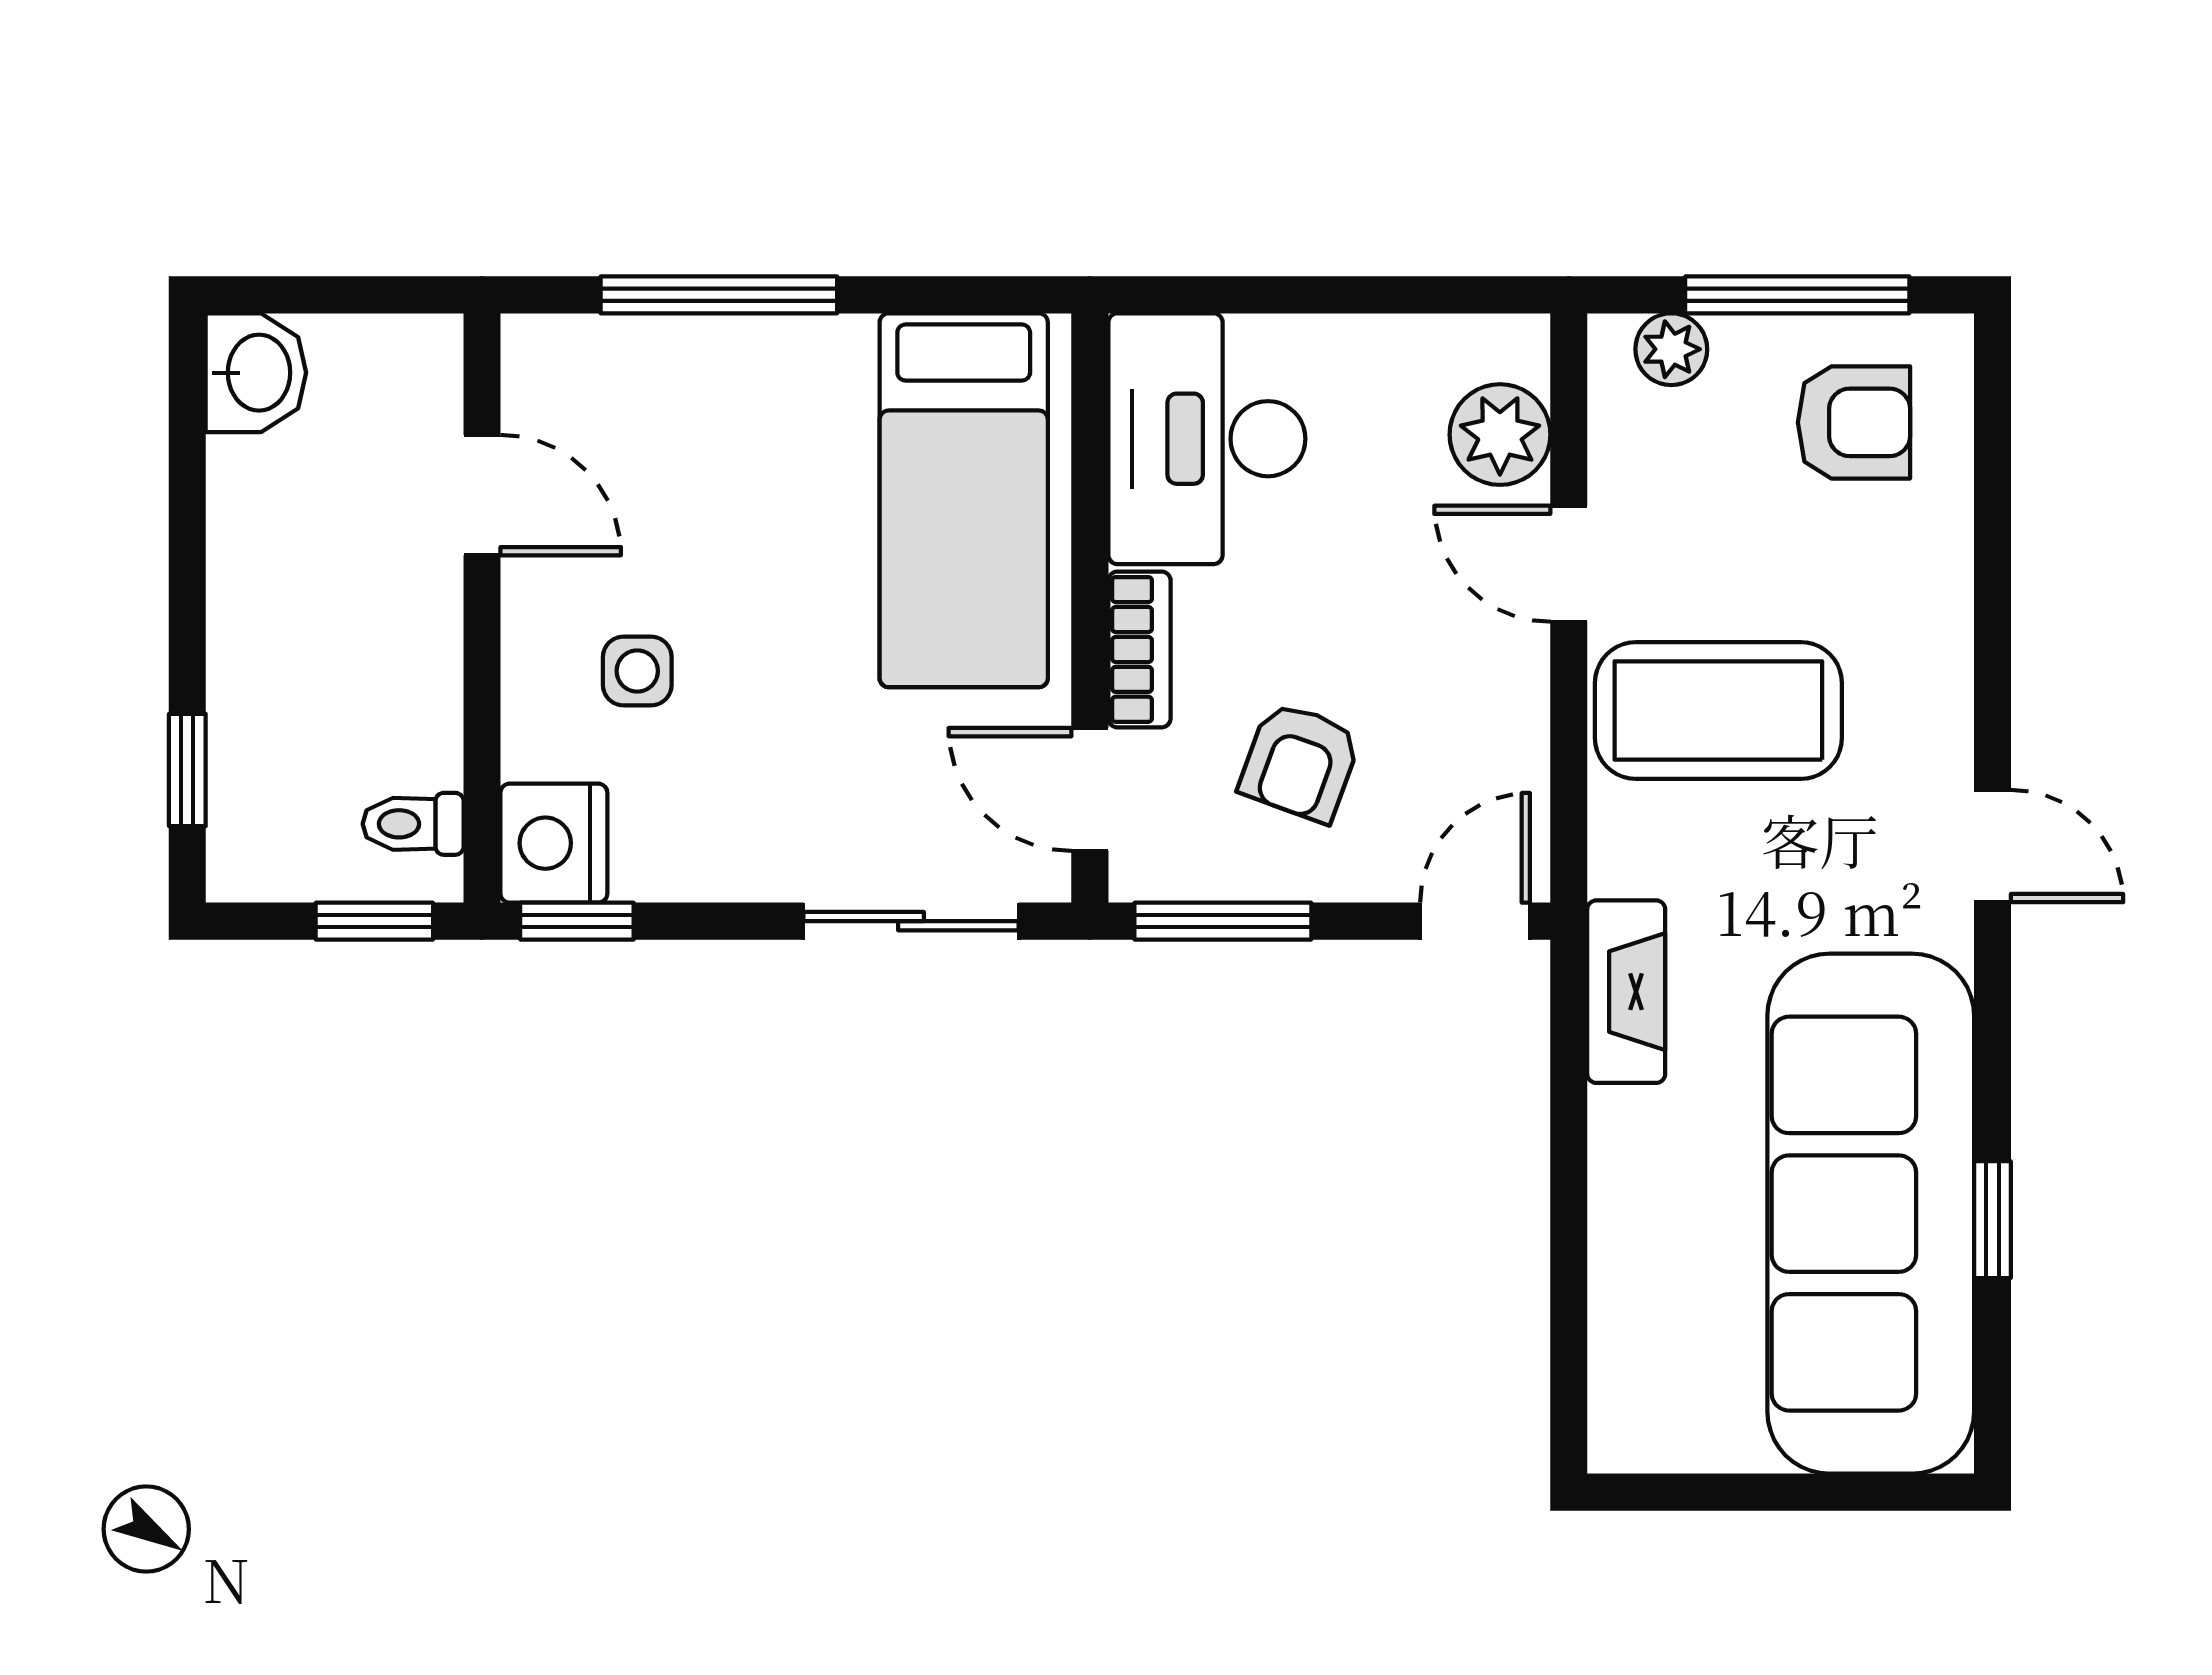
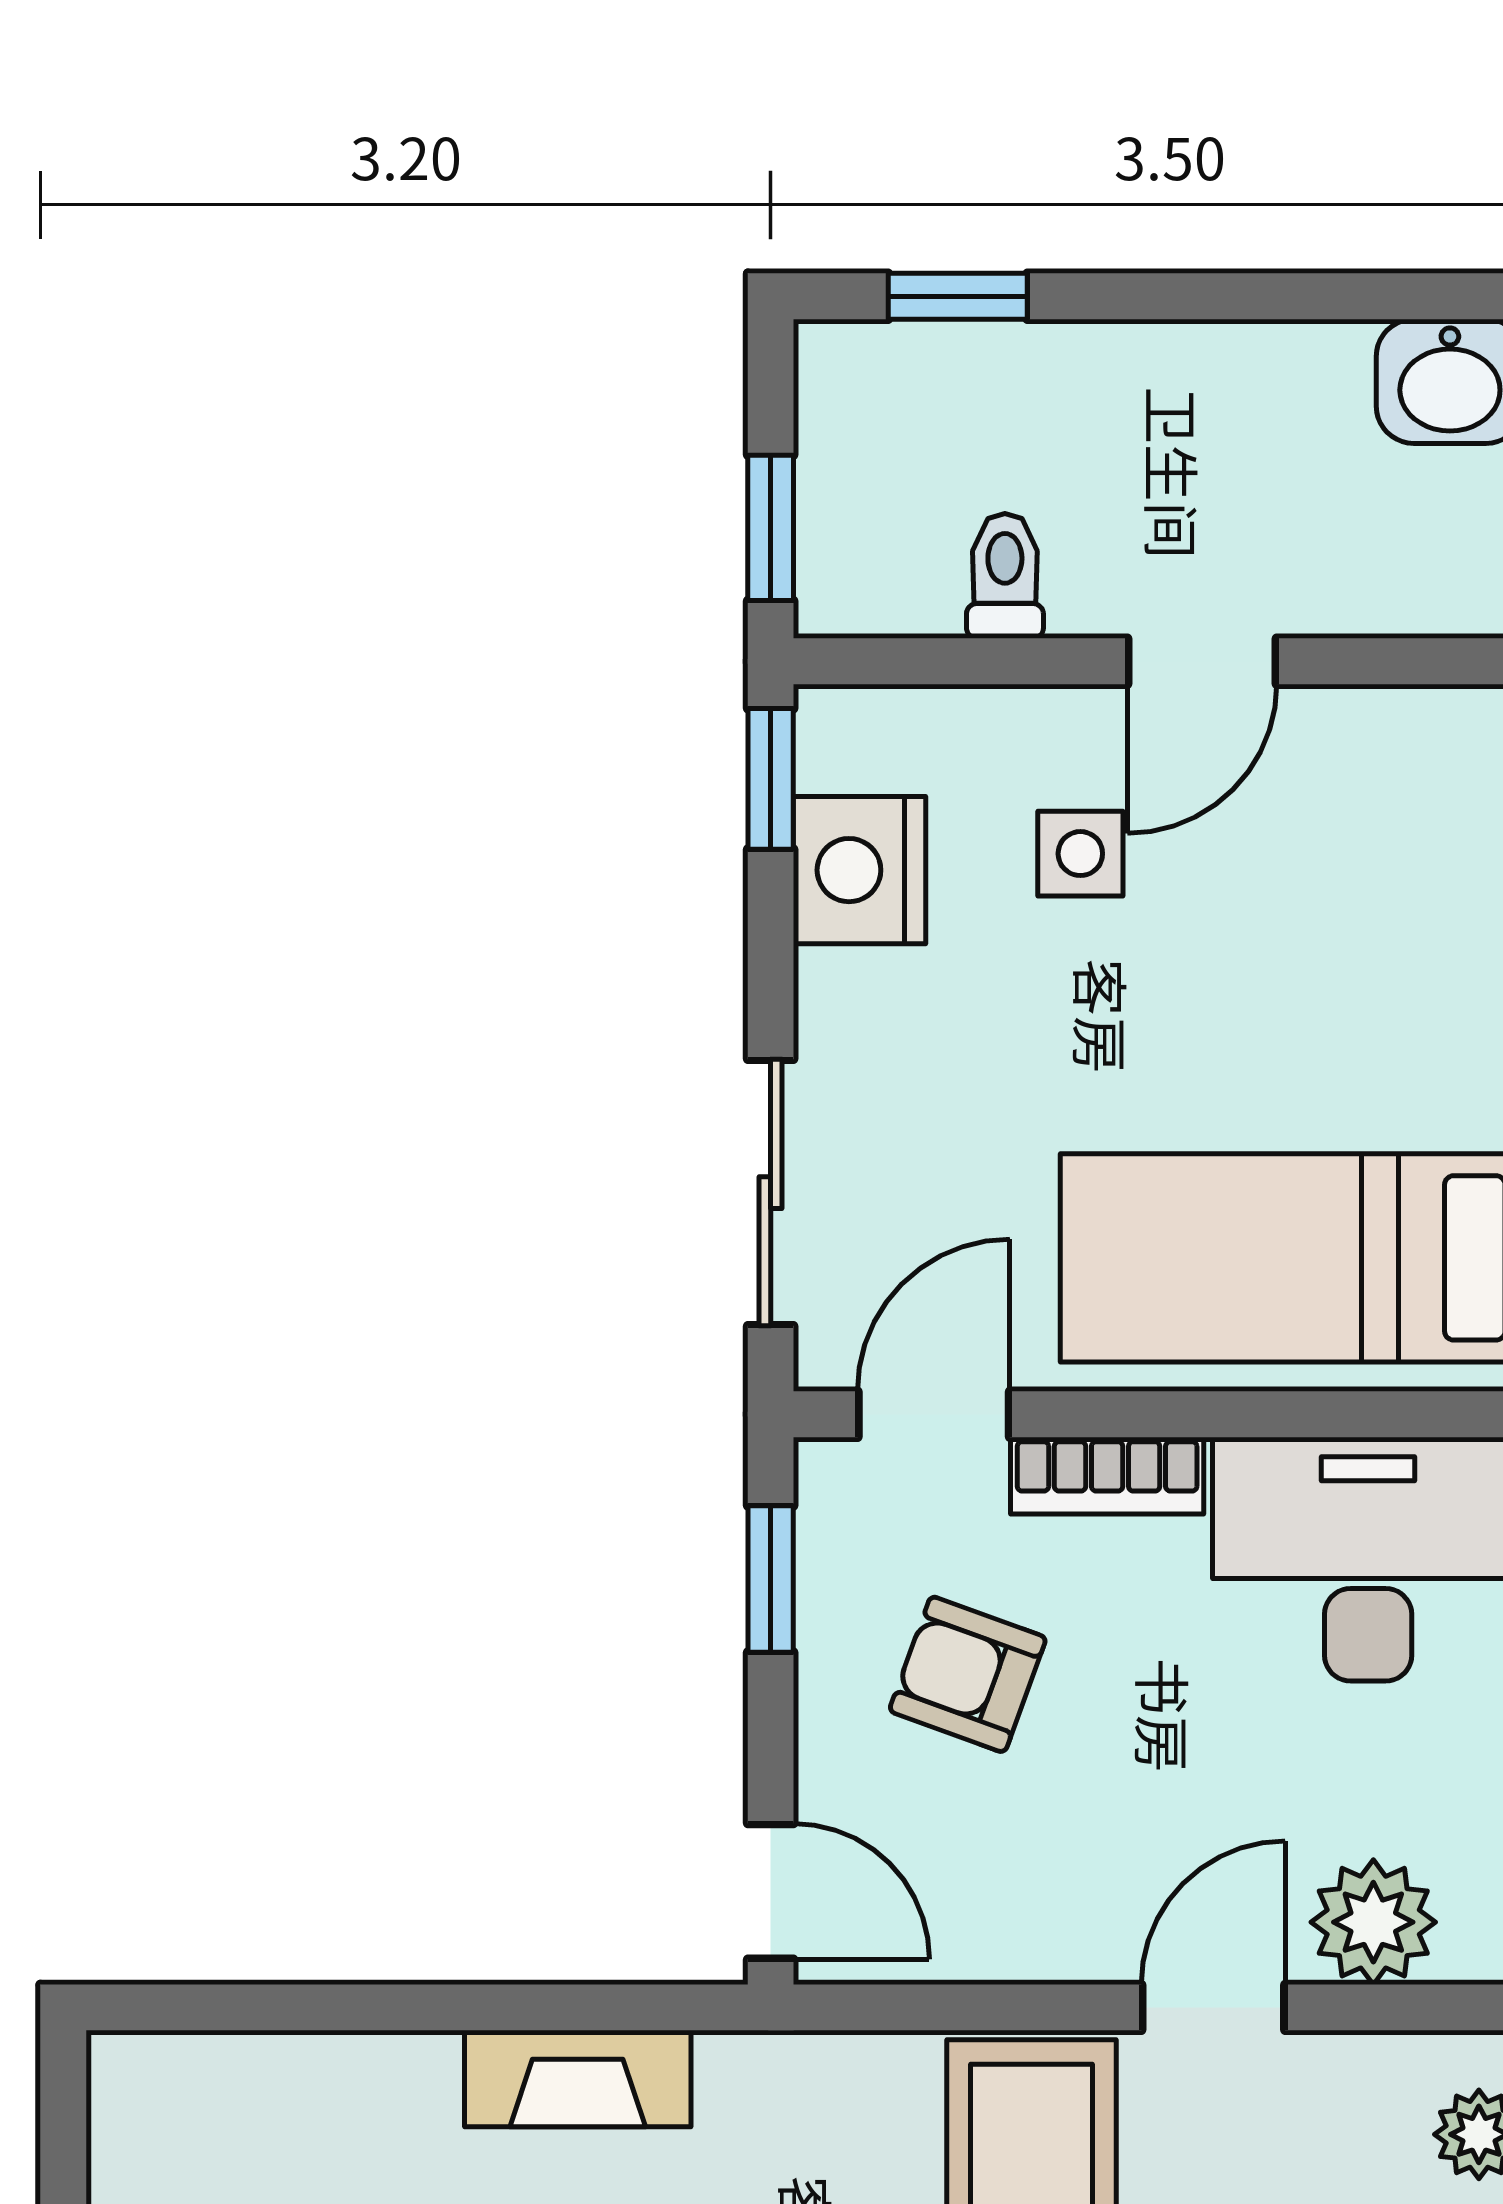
door: (482, 495) -> (1202, 661), moved
toilet: (413, 824) -> (1005, 576), moved
nightstand: (554, 843) -> (860, 870), moved, turned -90
window: (1223, 921) -> (771, 1579), width x0.67
fireplace: (1626, 992) -> (578, 2079), moved

